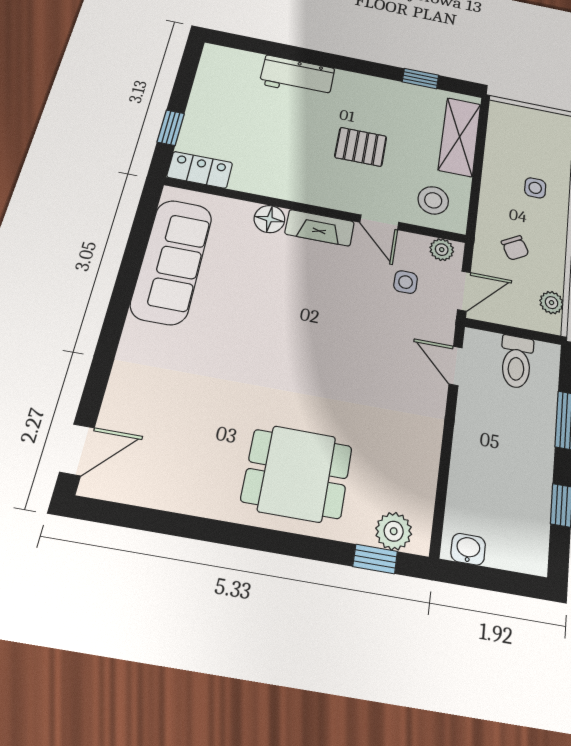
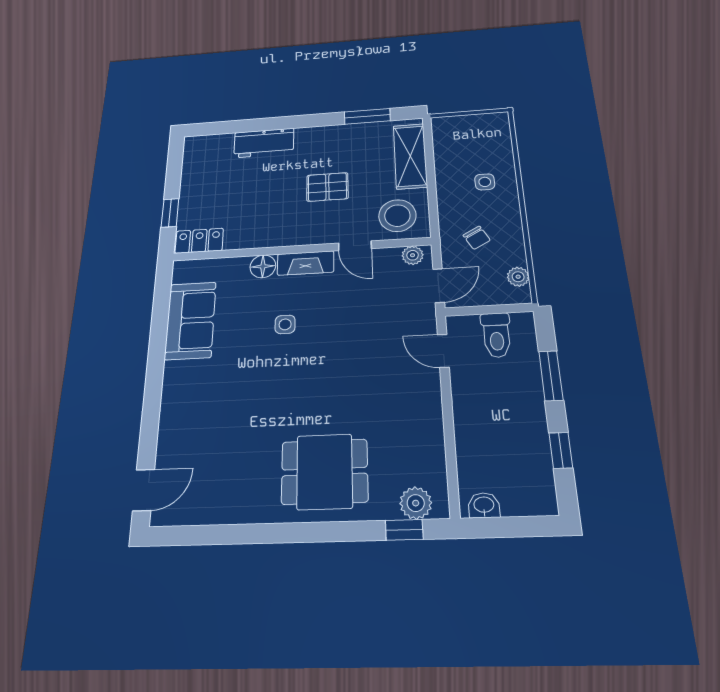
window: (420, 79) -> (367, 116), width x1.50
stool: (433, 200) -> (397, 216), width x1.38, depth x1.38
sofa: (172, 261) -> (190, 320), width x0.73
side table: (406, 282) -> (285, 324), moved

